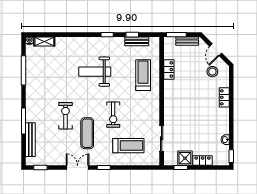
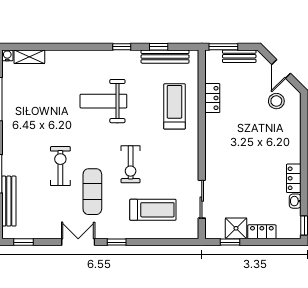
bench: (137, 41) -> (165, 57), width x1.36
locker: (224, 97) -> (294, 178), moved

